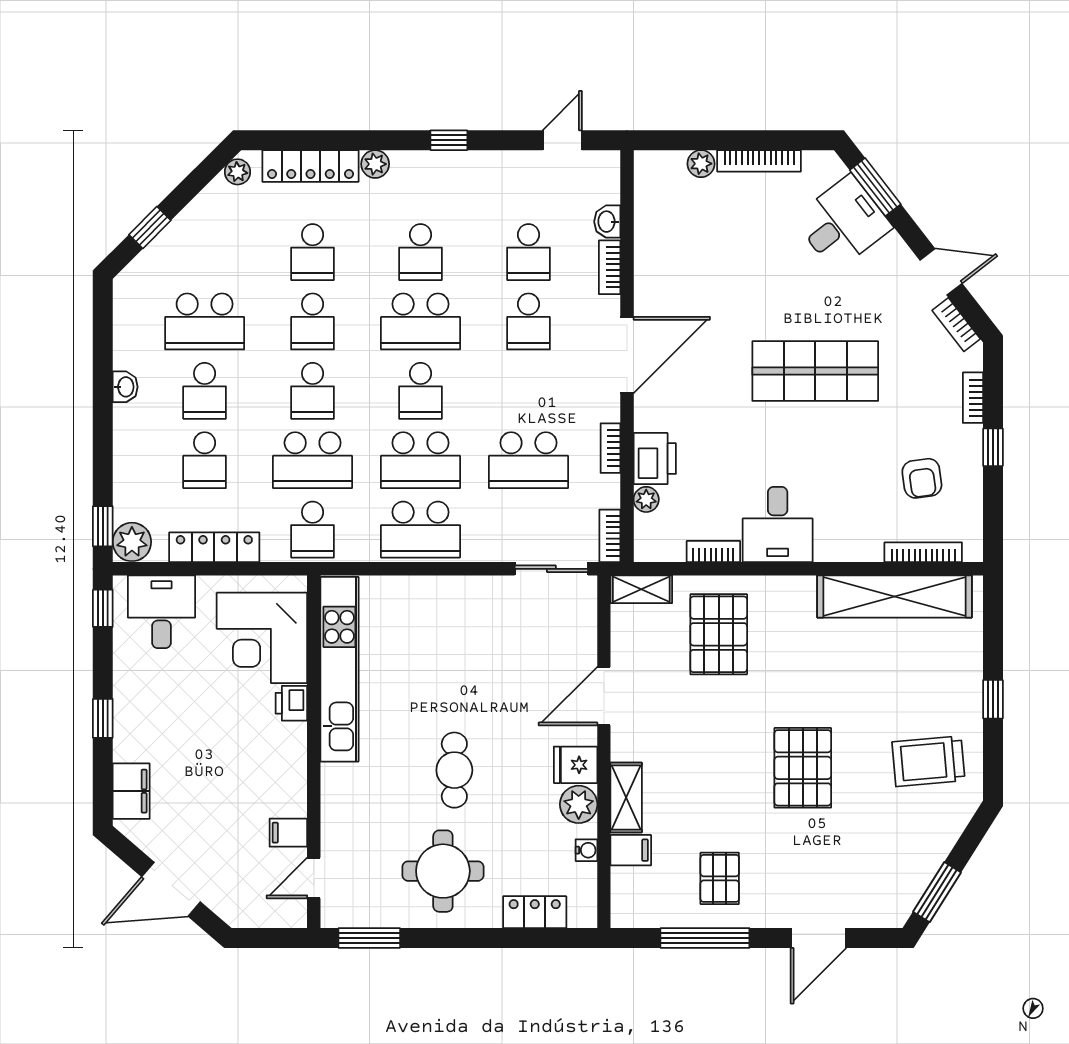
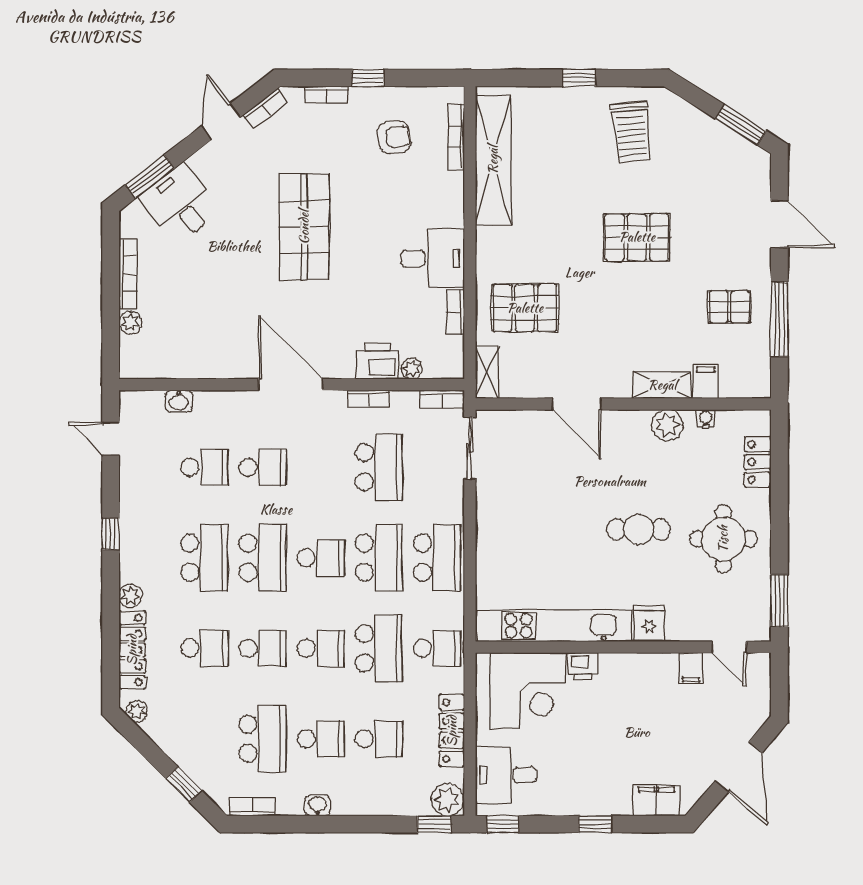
school desk: (421, 252) -> (204, 558), width x1.85
bookcase: (610, 267) -> (252, 807), moved, turned 180
fridge: (576, 765) -> (649, 623), moved, turned 180

